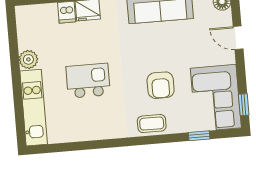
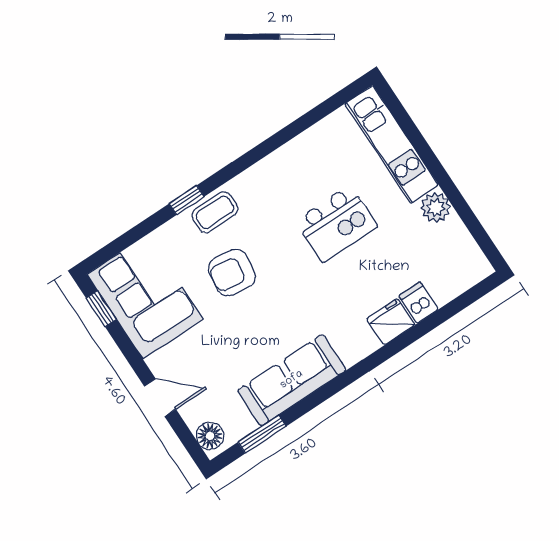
armchair: (161, 85) -> (232, 273), turned -82
window: (199, 136) -> (187, 200), moved

